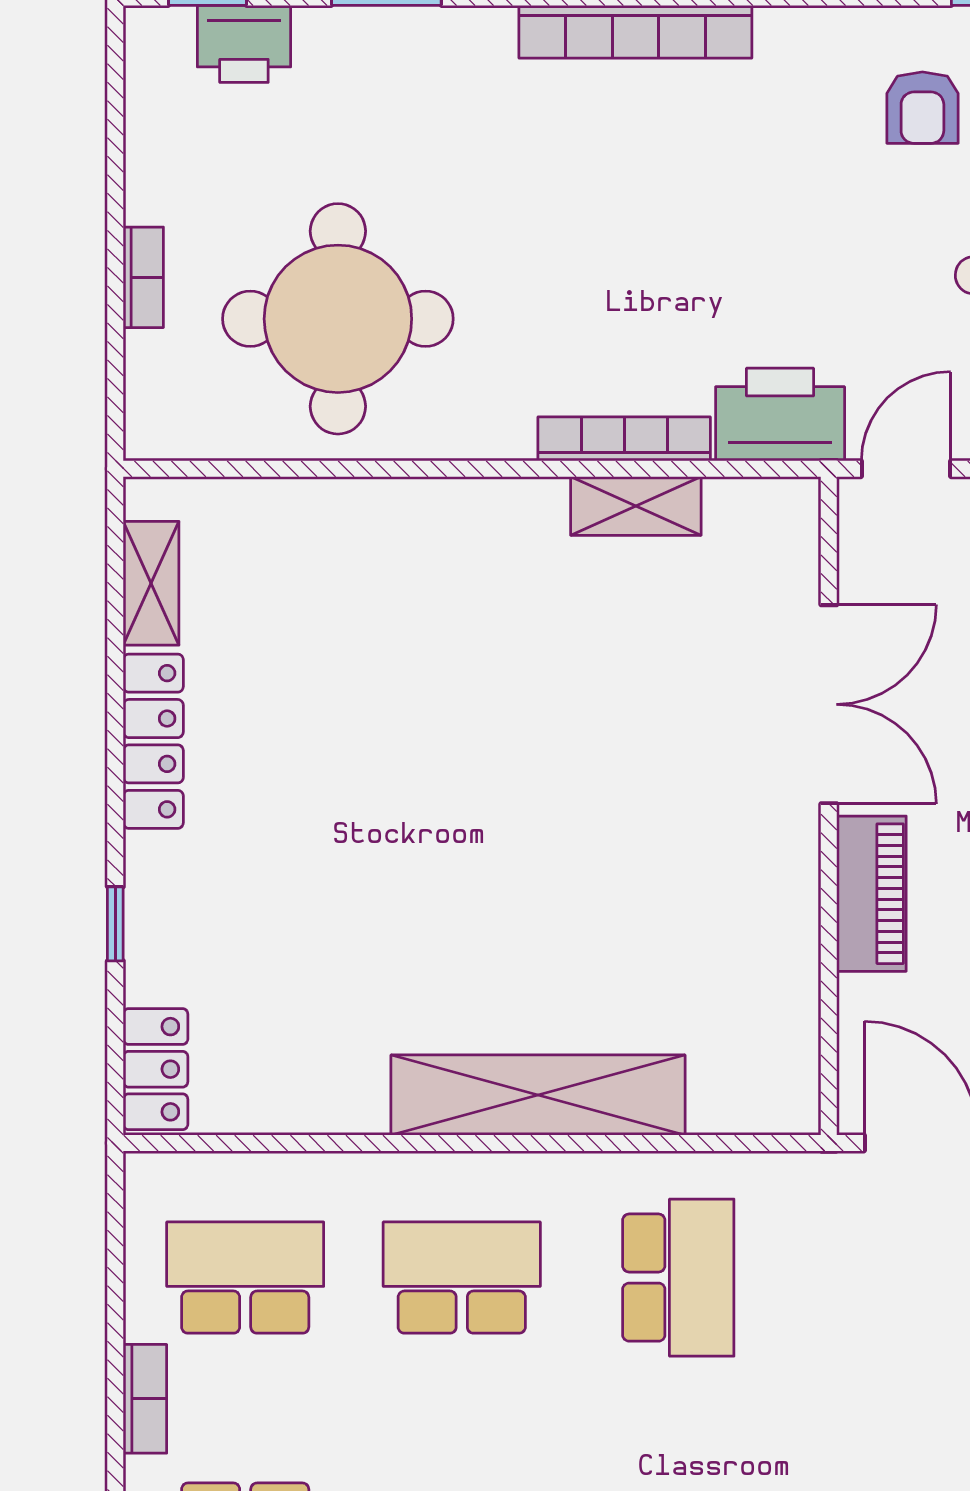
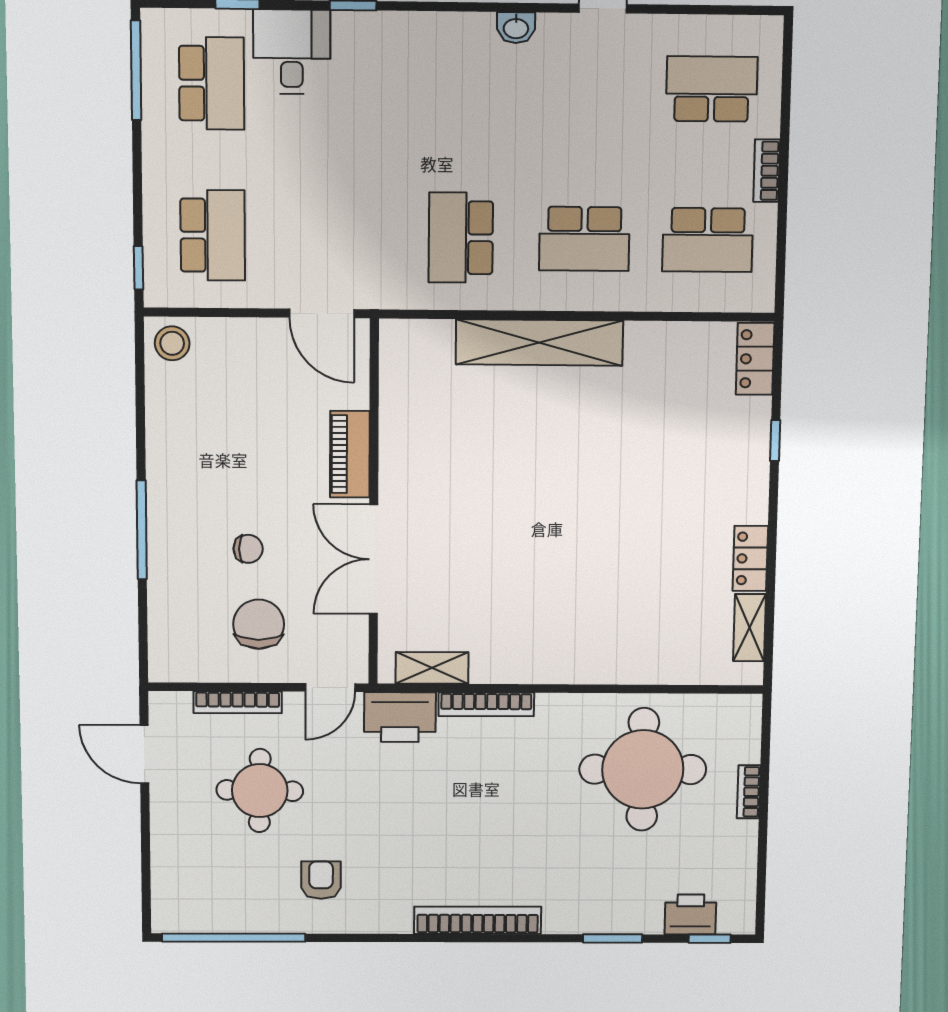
shelving: (636, 506) -> (432, 668), moved
locker: (153, 741) -> (750, 559), width x0.66

